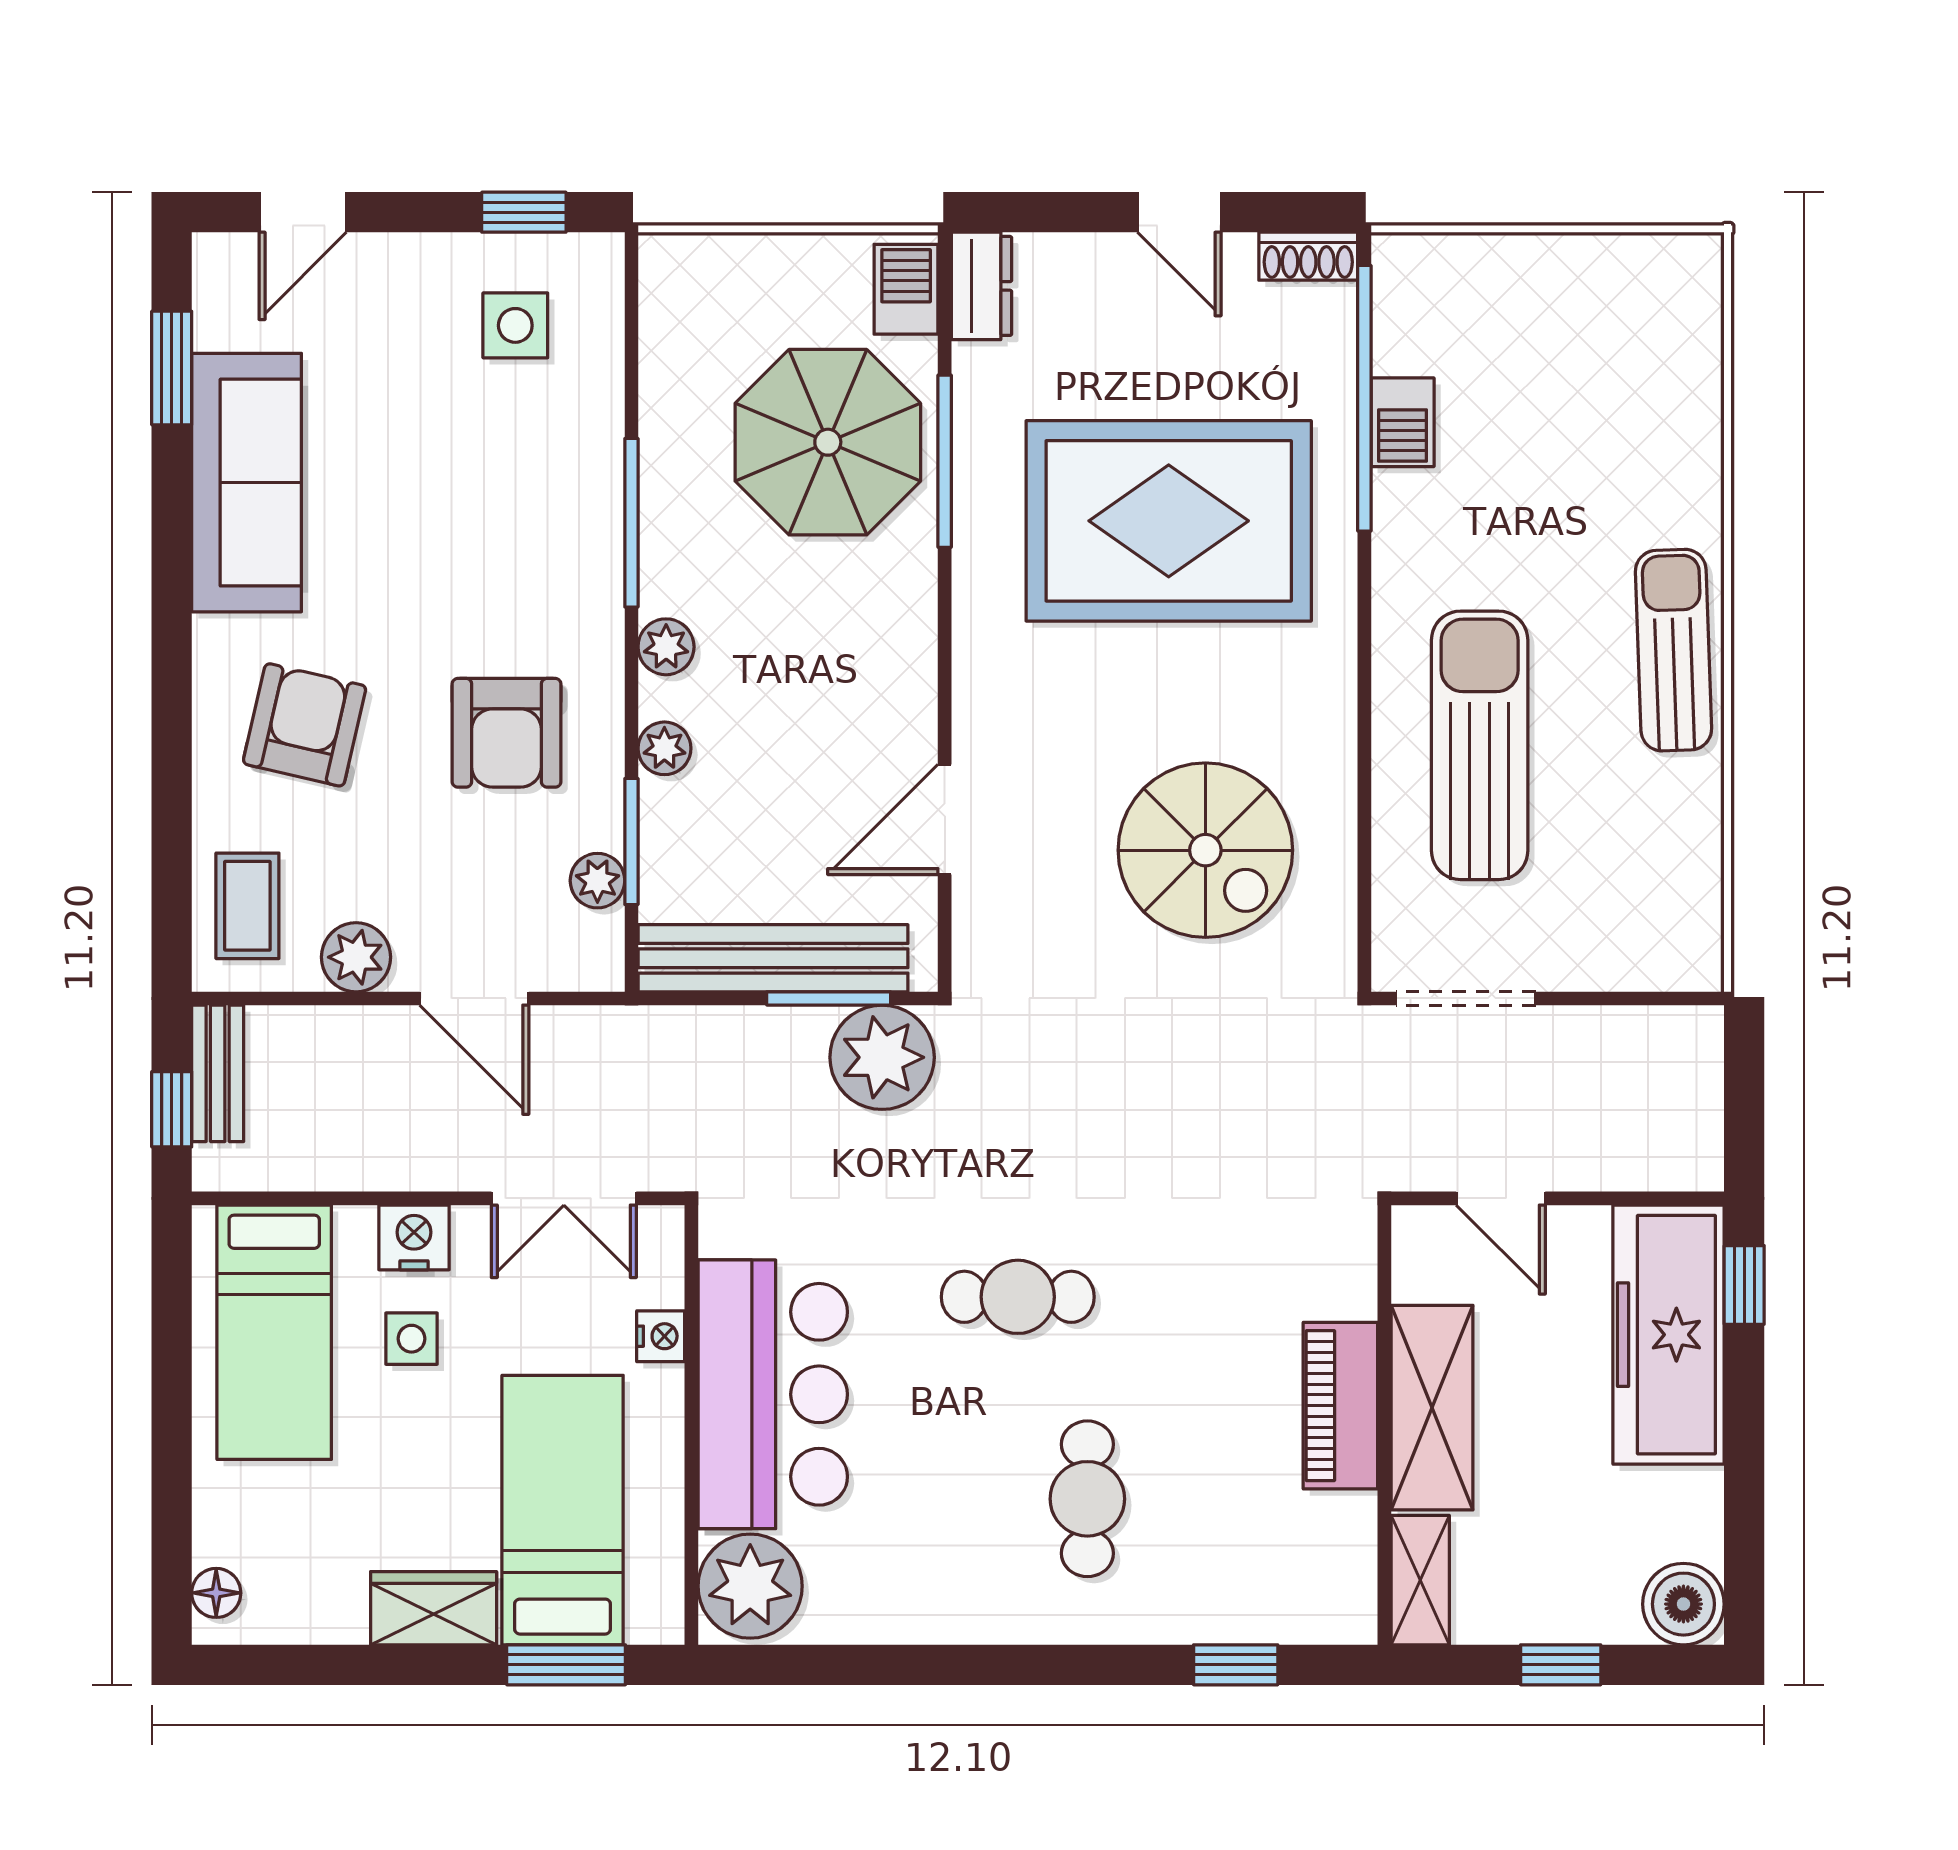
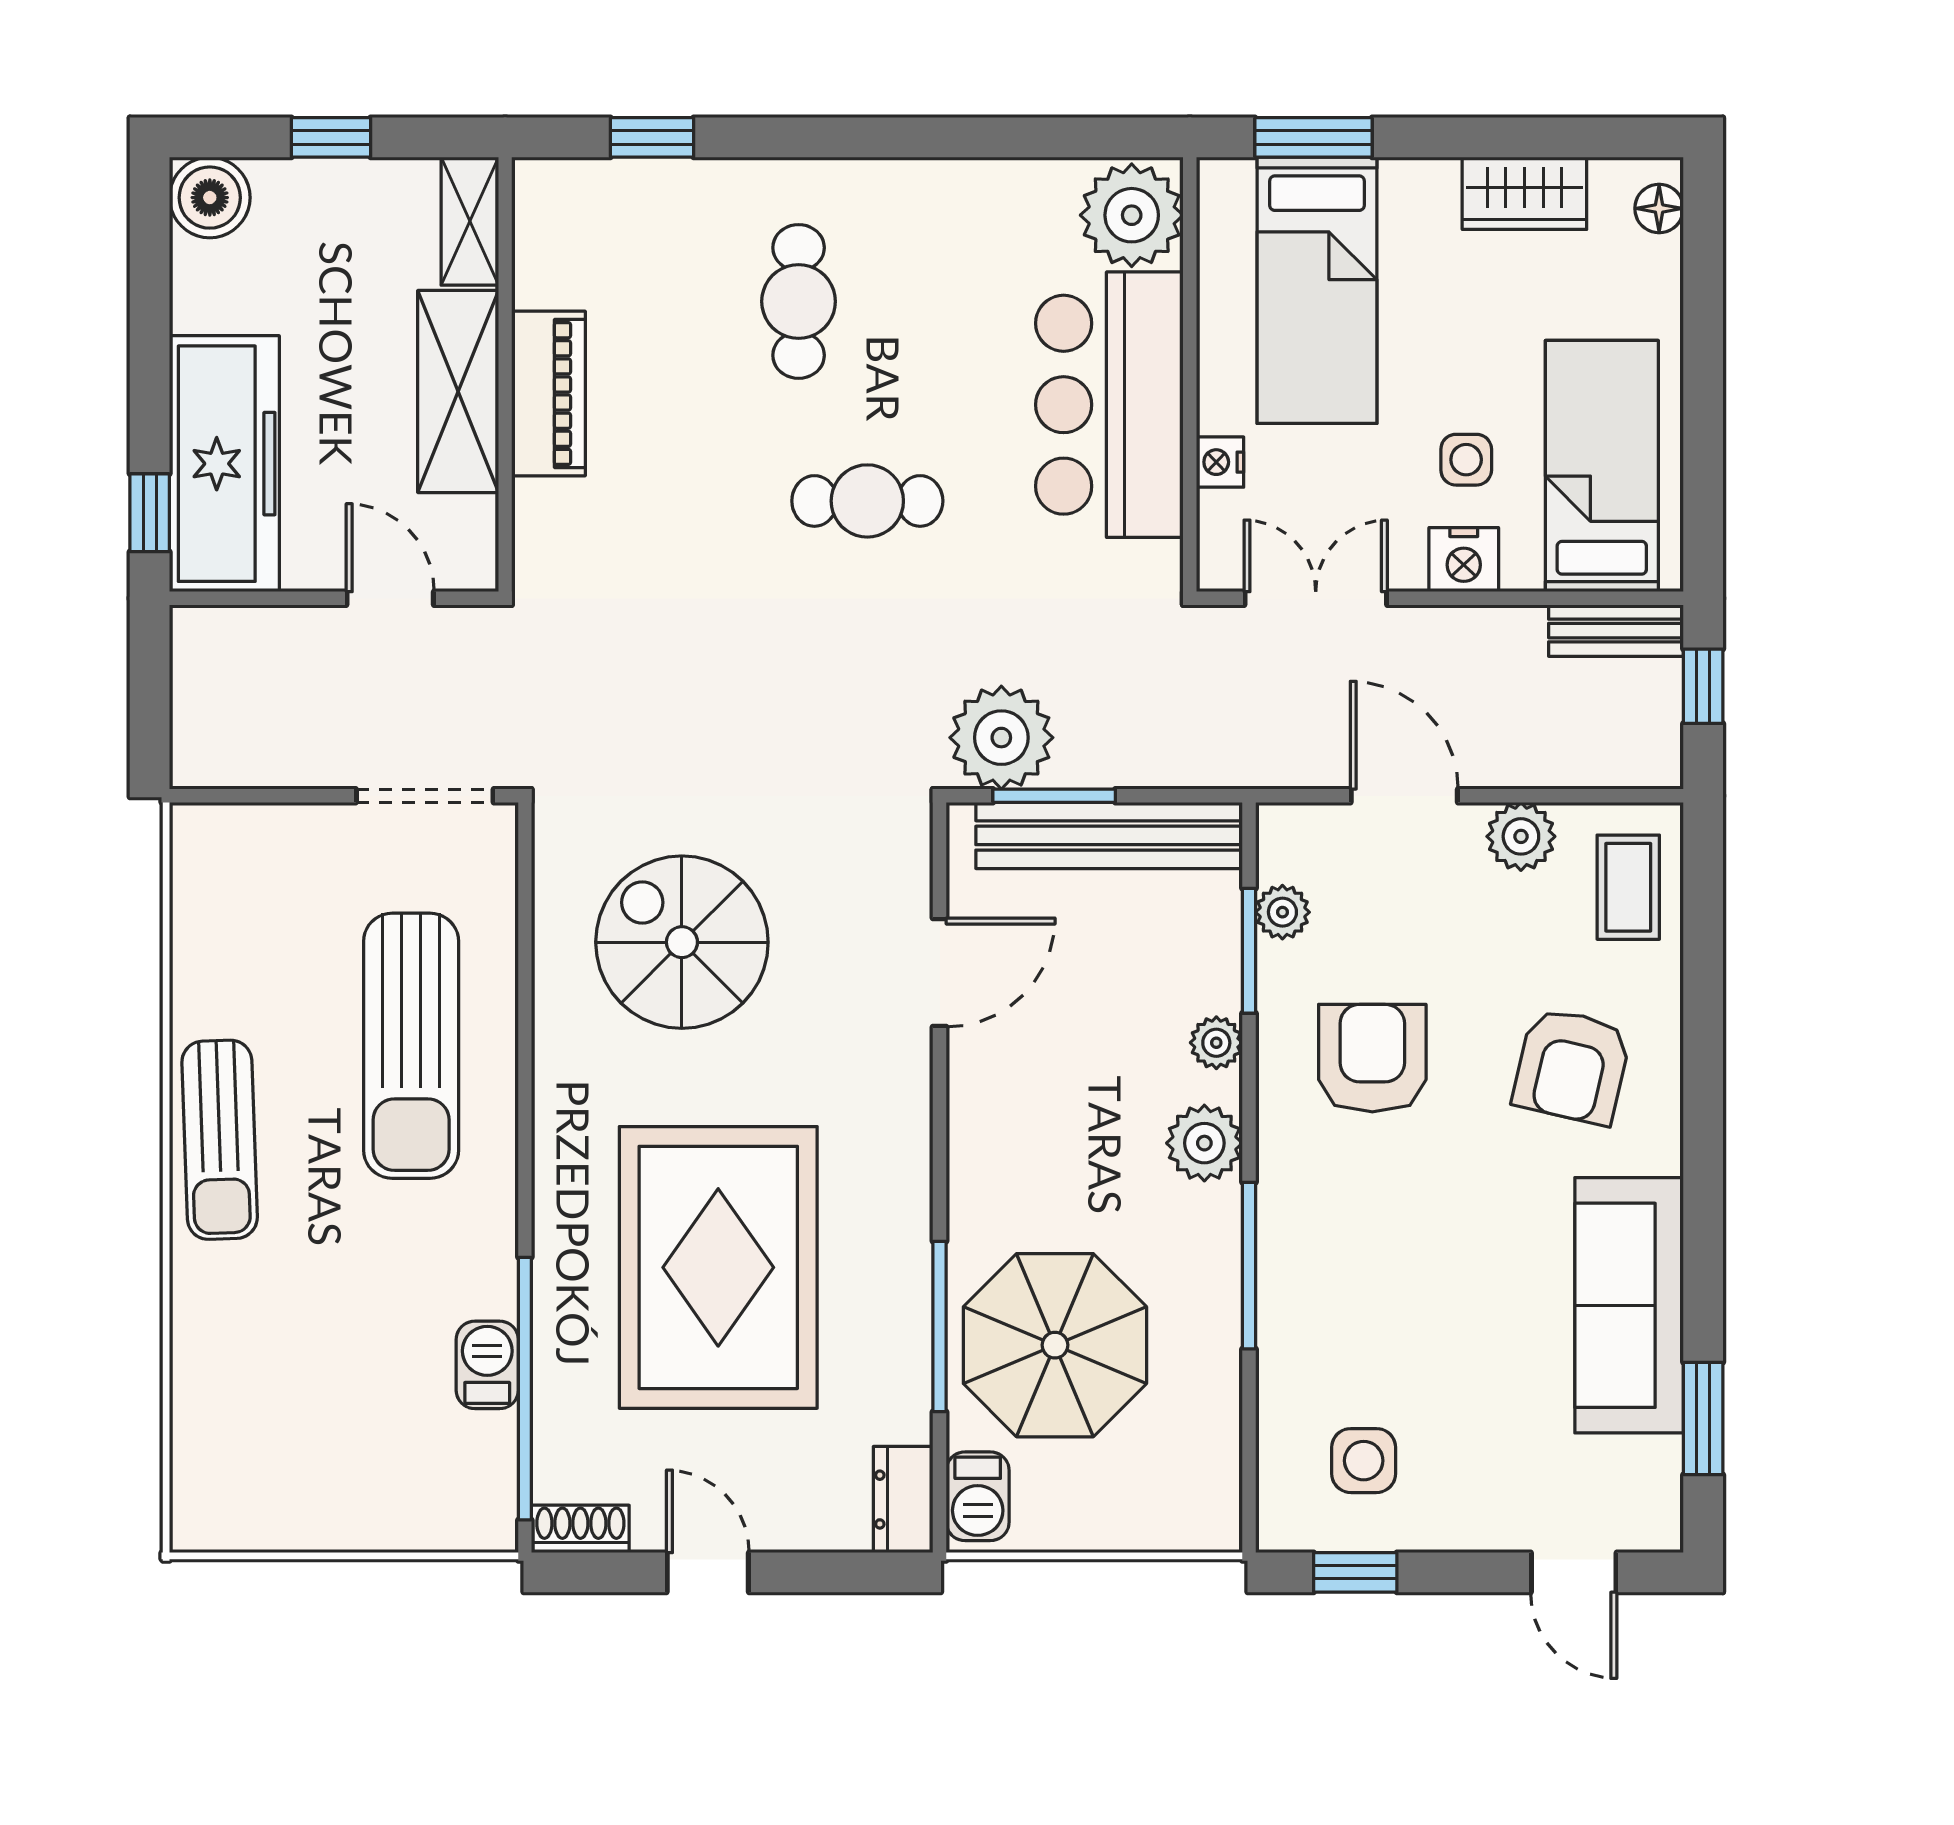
door: (303, 212) -> (1574, 1572), swing flipped
rug: (1169, 521) -> (718, 1267), turned 90
plant: (666, 647) -> (1204, 1143), width x1.38, depth x1.38
bench: (218, 1073) -> (1616, 631), moved, turned 90
wardrobe: (434, 1608) -> (1524, 193), moved

